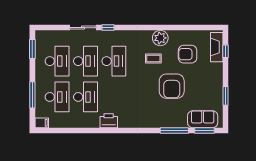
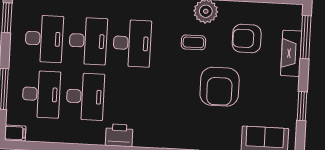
fireplace: (217, 47) -> (291, 53), moved
window: (225, 51) -> (306, 37), width x2.17

